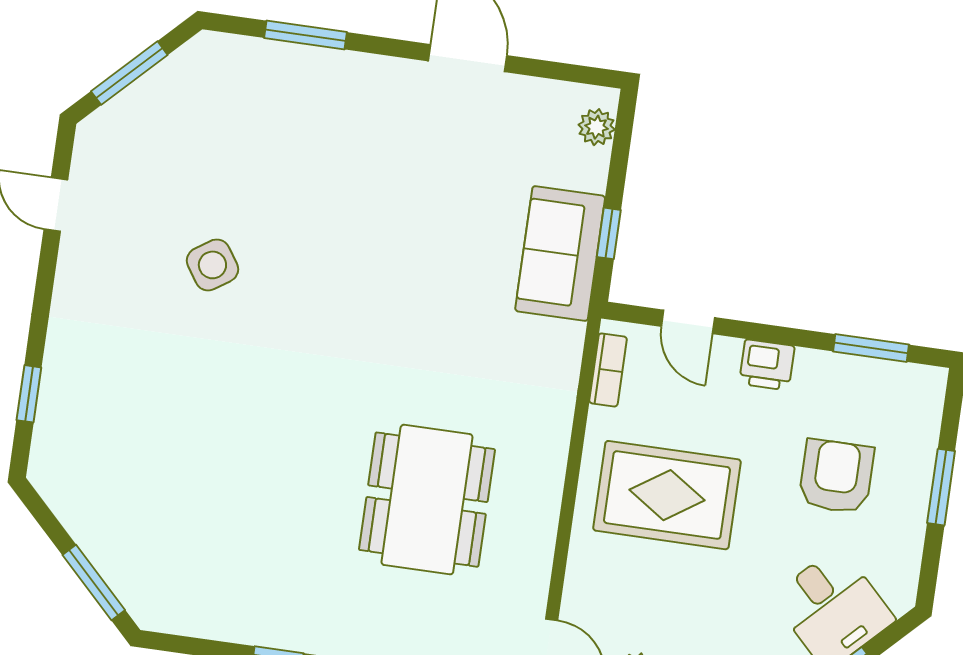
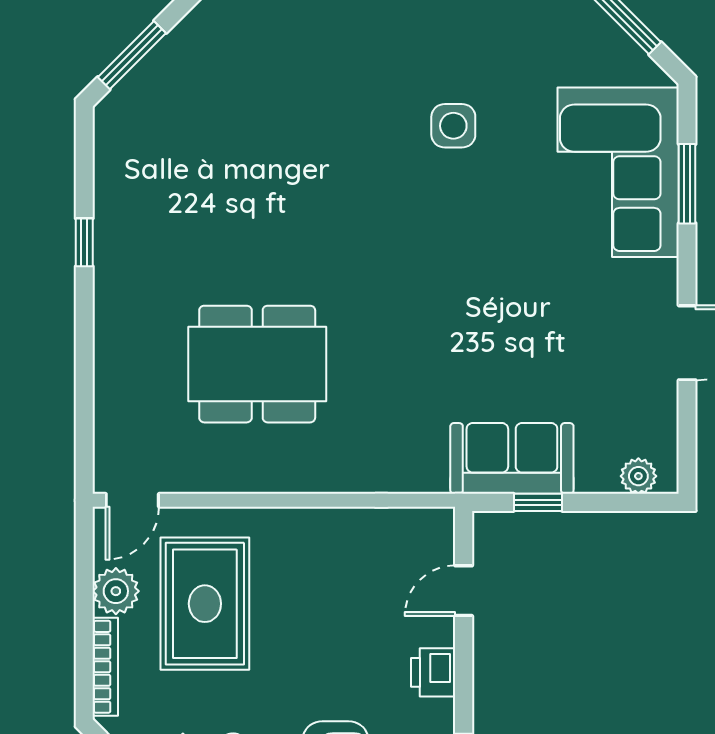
corner sofa: (284, 104) -> (618, 172), added
side table: (212, 265) -> (453, 126), turned 34
bookcase: (608, 370) -> (407, 520), removed
rug: (667, 495) -> (205, 604), moved

